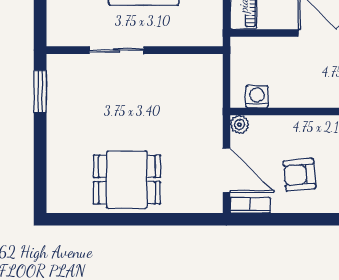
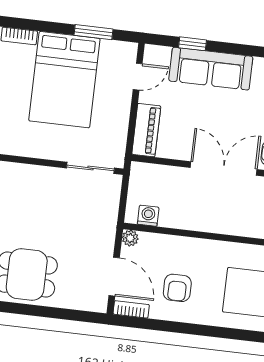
sliding door: (116, 50) -> (91, 168), moved
armchair: (300, 175) -> (177, 288), turned -85

